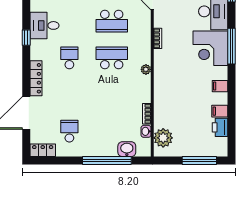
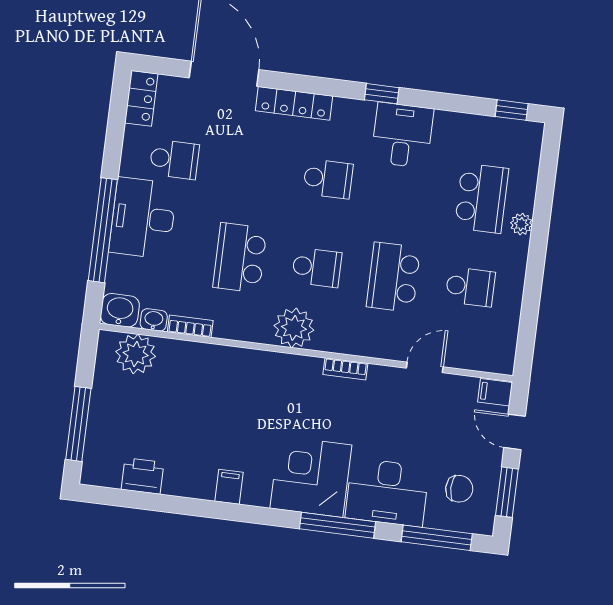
window: (232, 46) -> (338, 525), moved
school desk: (112, 58) -> (317, 267), width x0.54
plant: (146, 69) -> (294, 328), width x1.88, depth x1.88
school desk: (112, 94) -> (240, 258), added
filing cabinet: (220, 111) -> (176, 480), removed
desk: (99, 142) -> (143, 218), added
washbasin: (127, 149) -> (120, 310), moved, turned -90

